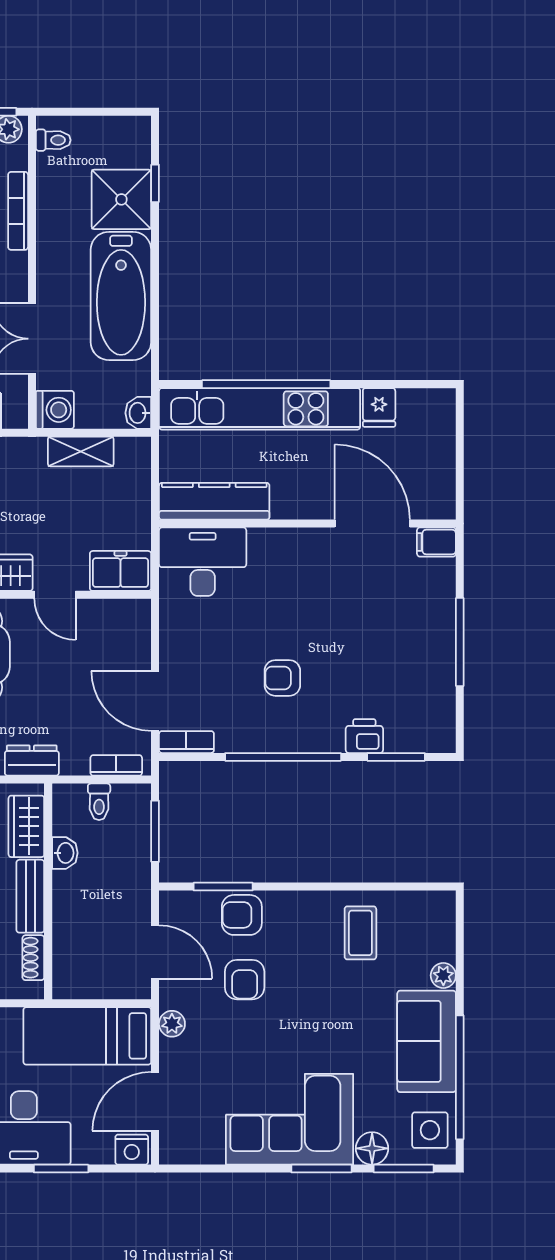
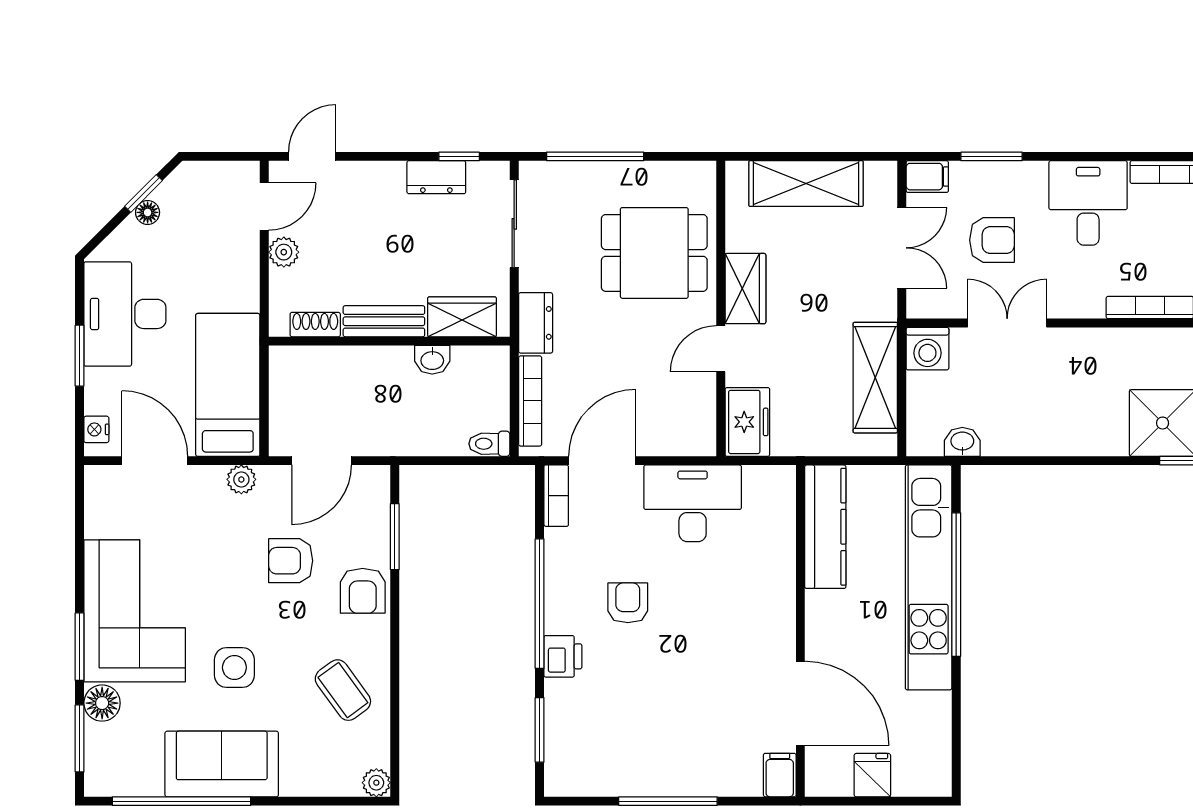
bathtub: (121, 296) -> (1055, 423), removed
fridge: (379, 407) -> (872, 775), moved, turned 90
washbasin: (138, 413) -> (962, 442), moved
shelving: (81, 451) -> (875, 378), width x1.50, depth x1.33
door: (372, 524) -> (800, 703), hinge flipped
desk: (203, 562) -> (693, 503), moved, turned -90
printer: (364, 736) -> (563, 656), moved
bookcase: (116, 765) -> (530, 401), width x1.56
toilet: (99, 802) -> (489, 444), moved
window: (155, 831) -> (457, 461), removed
armchair: (242, 915) -> (363, 591), moved, turned 180
coffee table: (360, 933) -> (343, 690), turned 54
plant: (443, 975) -> (376, 783), moved
side table: (430, 1130) -> (234, 668), moved
nightstand: (132, 1150) -> (96, 429), width x0.72, depth x0.74

